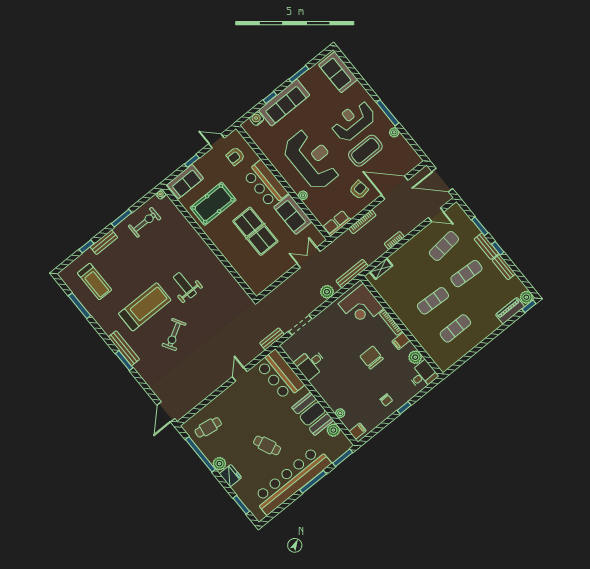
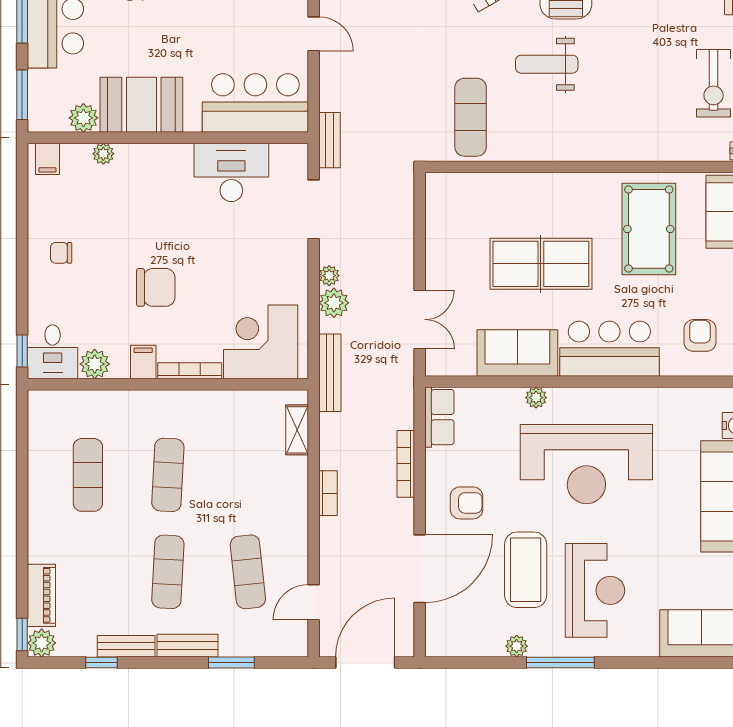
armchair: (359, 190) -> (466, 503), turned -81
window: (498, 248) -> (101, 663), moved
weight bench: (185, 285) -> (547, 64), turned 180
exercise mat: (225, 297) -> (471, 117), added
plant: (319, 301) -> (329, 276), added
desk: (311, 364) -> (231, 172), width x1.37
window: (404, 408) -> (22, 351), moved

